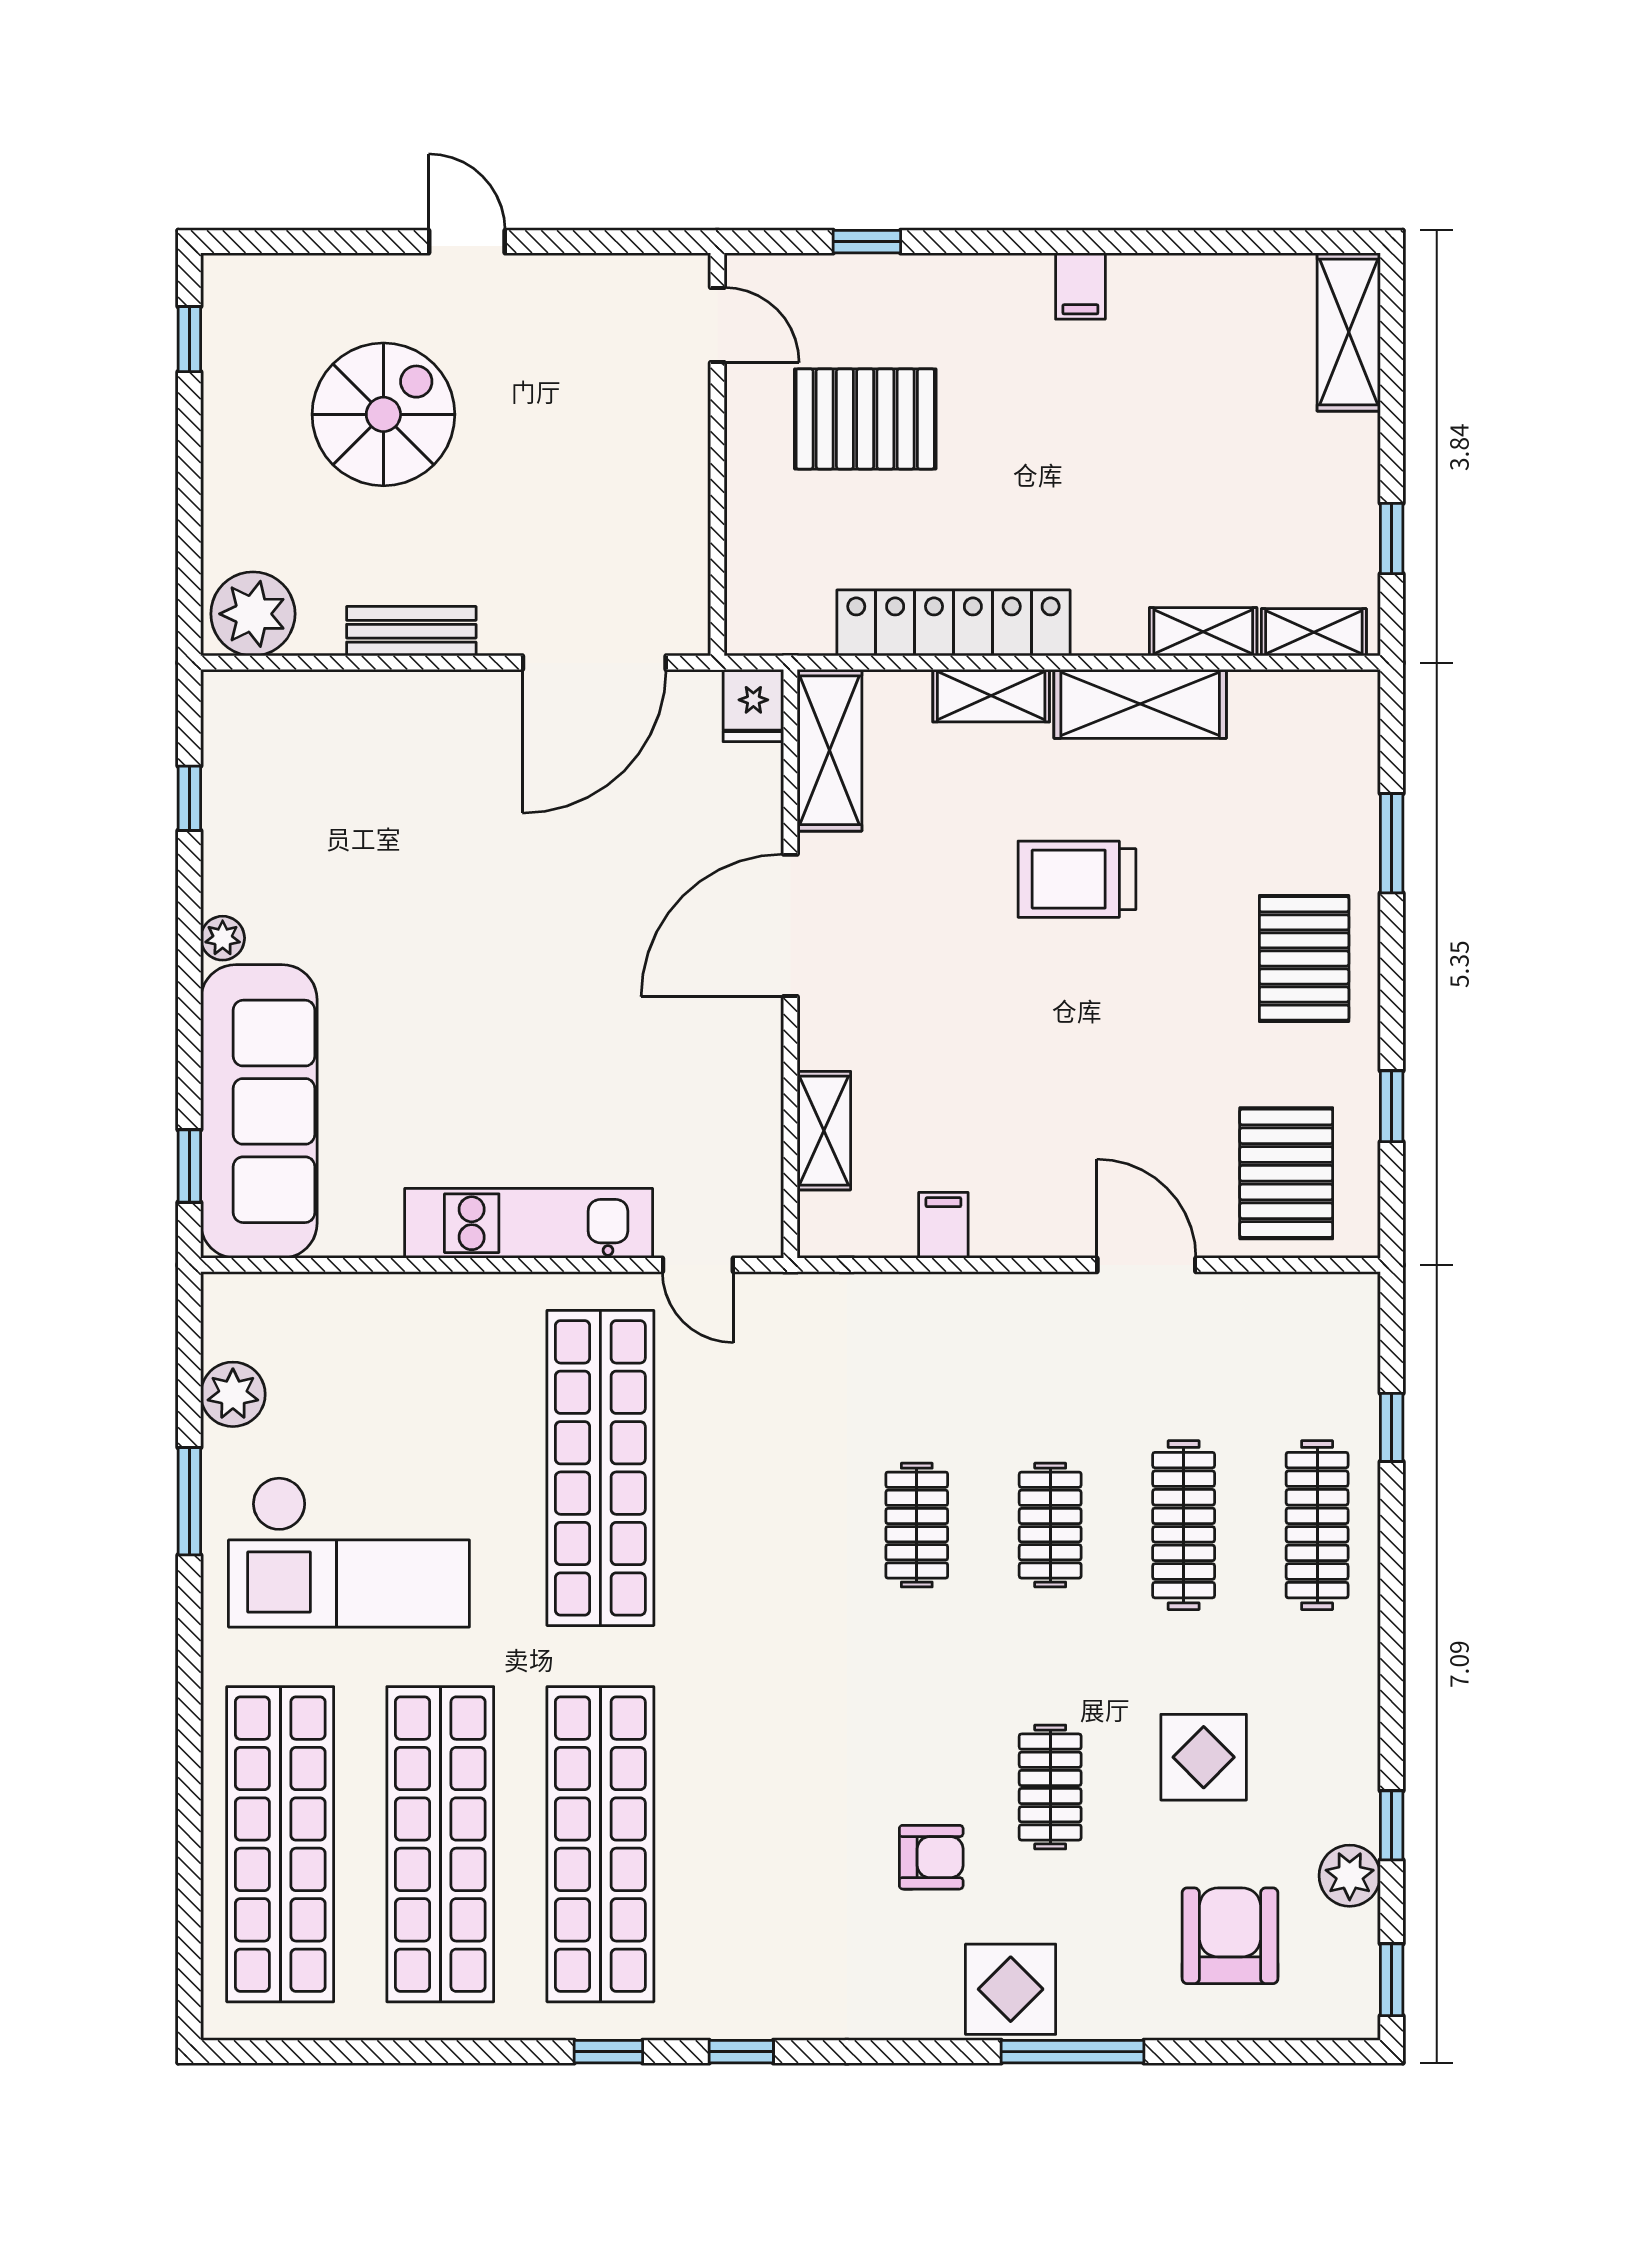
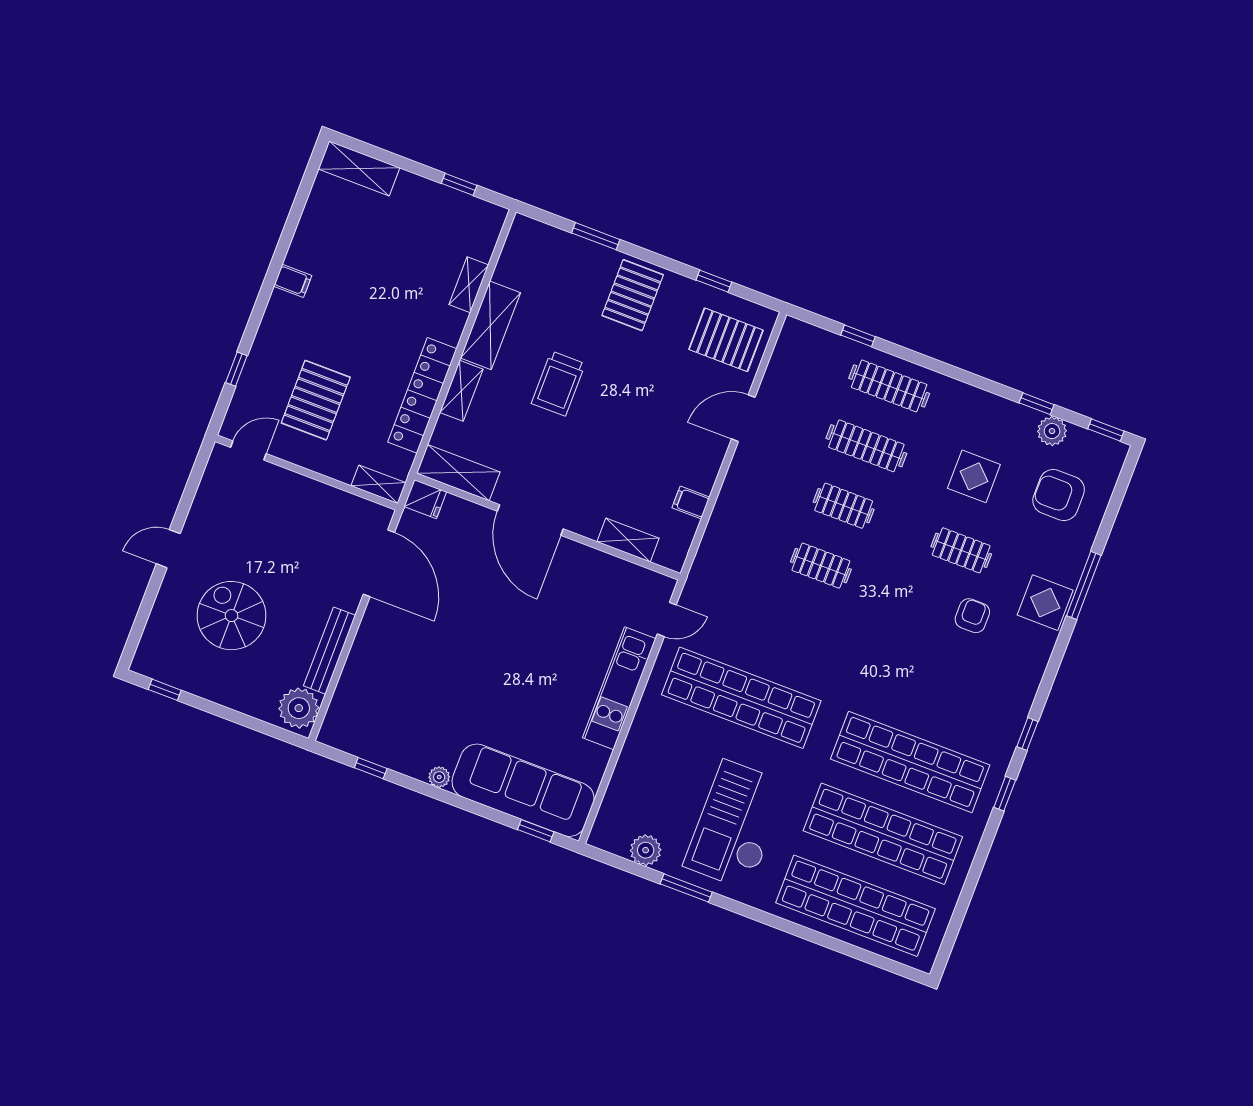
bench: (411, 631) -> (330, 651), width x1.36
shelving: (1314, 632) -> (378, 484), moved, turned 90
pallet: (1304, 958) -> (633, 295), turned 90
checkout: (349, 1552) -> (736, 825), turned 180

